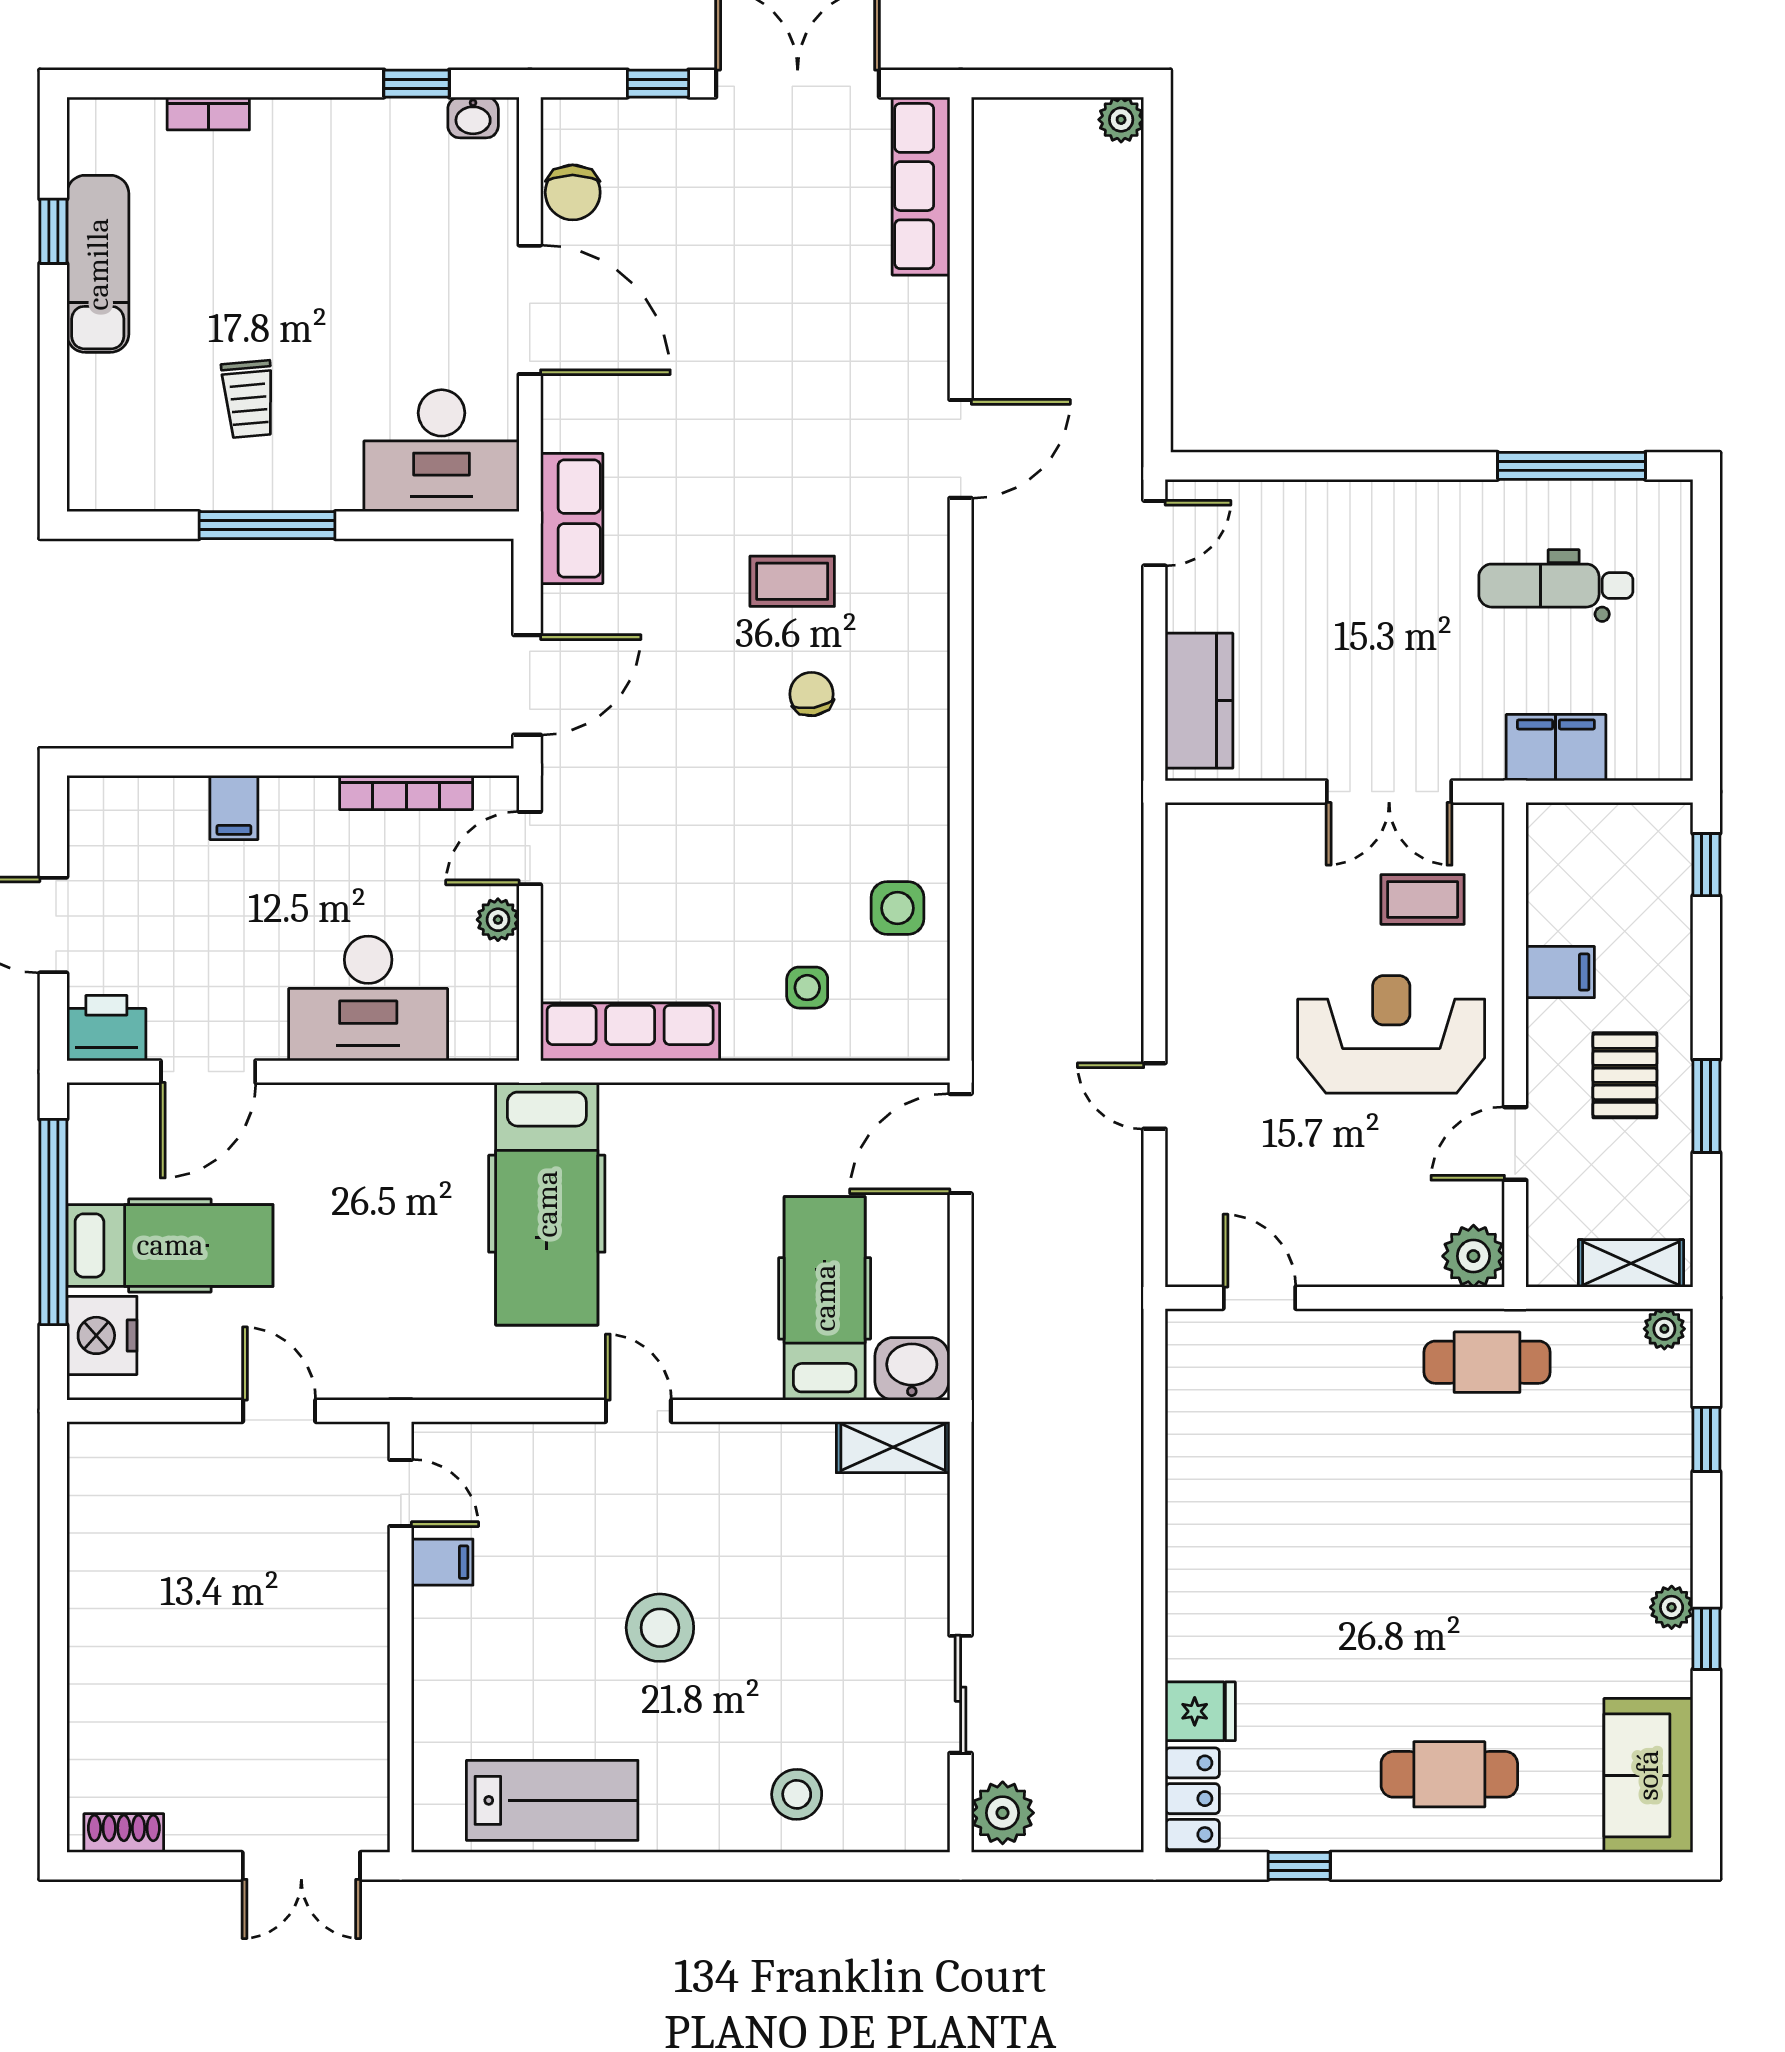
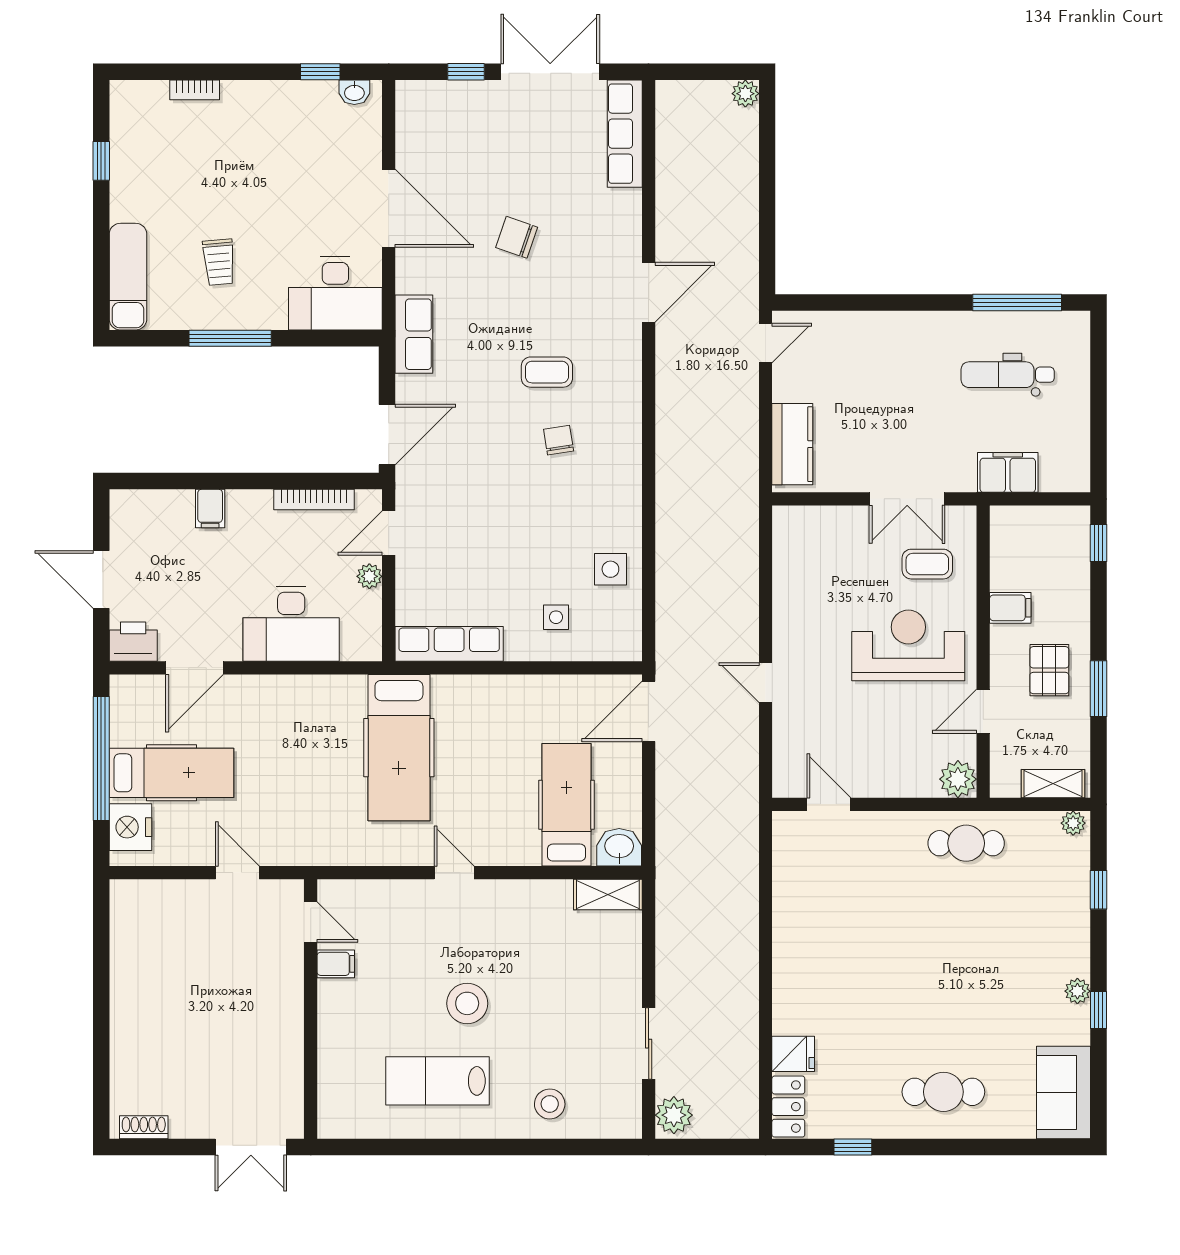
chair: (573, 192) -> (517, 237), moved, turned 109
exam couch: (98, 264) -> (128, 277), moved
lab bench: (552, 1800) -> (438, 1081), moved, turned 180

